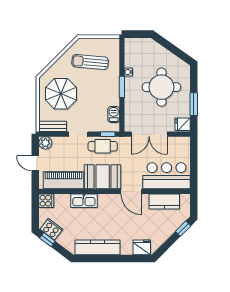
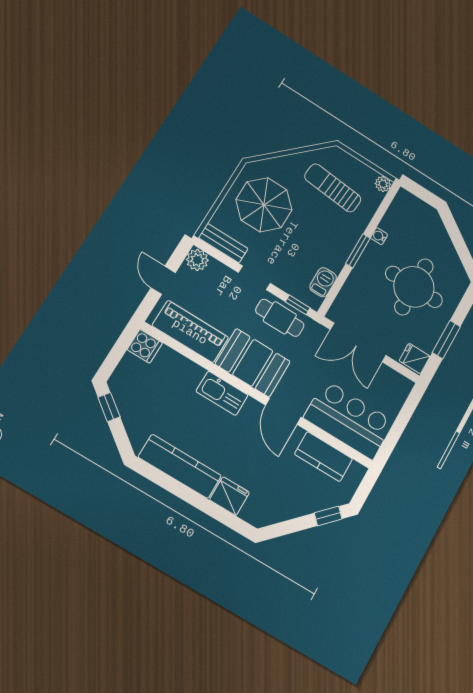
plant: (115, 43) -> (383, 184), added
kitchen sink: (84, 201) -> (222, 393), moved
cooker: (51, 229) -> (125, 395), removed
fridge: (142, 247) -> (230, 496), moved

